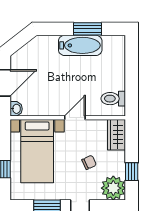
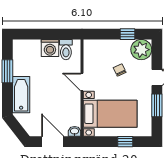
bathtub: (80, 45) -> (21, 95), moved
washing machine: (115, 80) -> (50, 48), added
wardrobe: (116, 135) -> (96, 47), removed

